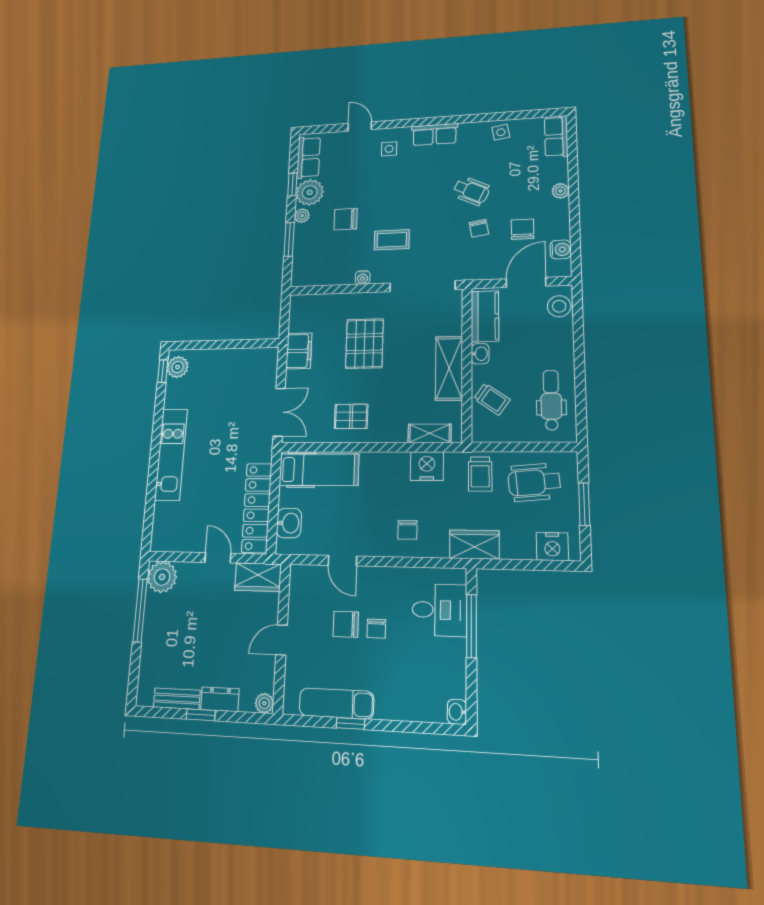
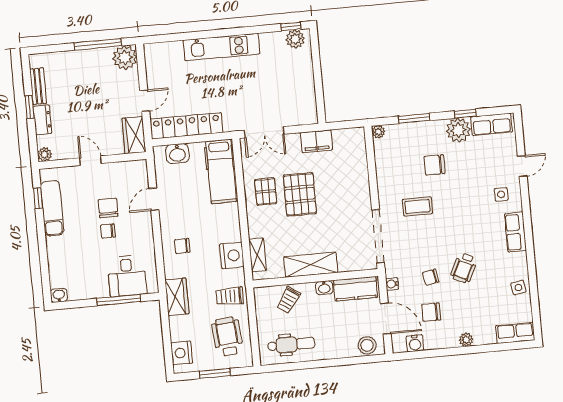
plant: (302, 216) -> (378, 132), moved
chair: (346, 219) -> (435, 165), turned -90
chair: (522, 229) -> (431, 312), turned 180
coffee table: (392, 240) -> (417, 206), turned 90
water cooler: (363, 278) -> (392, 284), moved
pallet: (364, 344) -> (300, 194), moved, turned 90
window: (350, 723) -> (38, 198), moved

